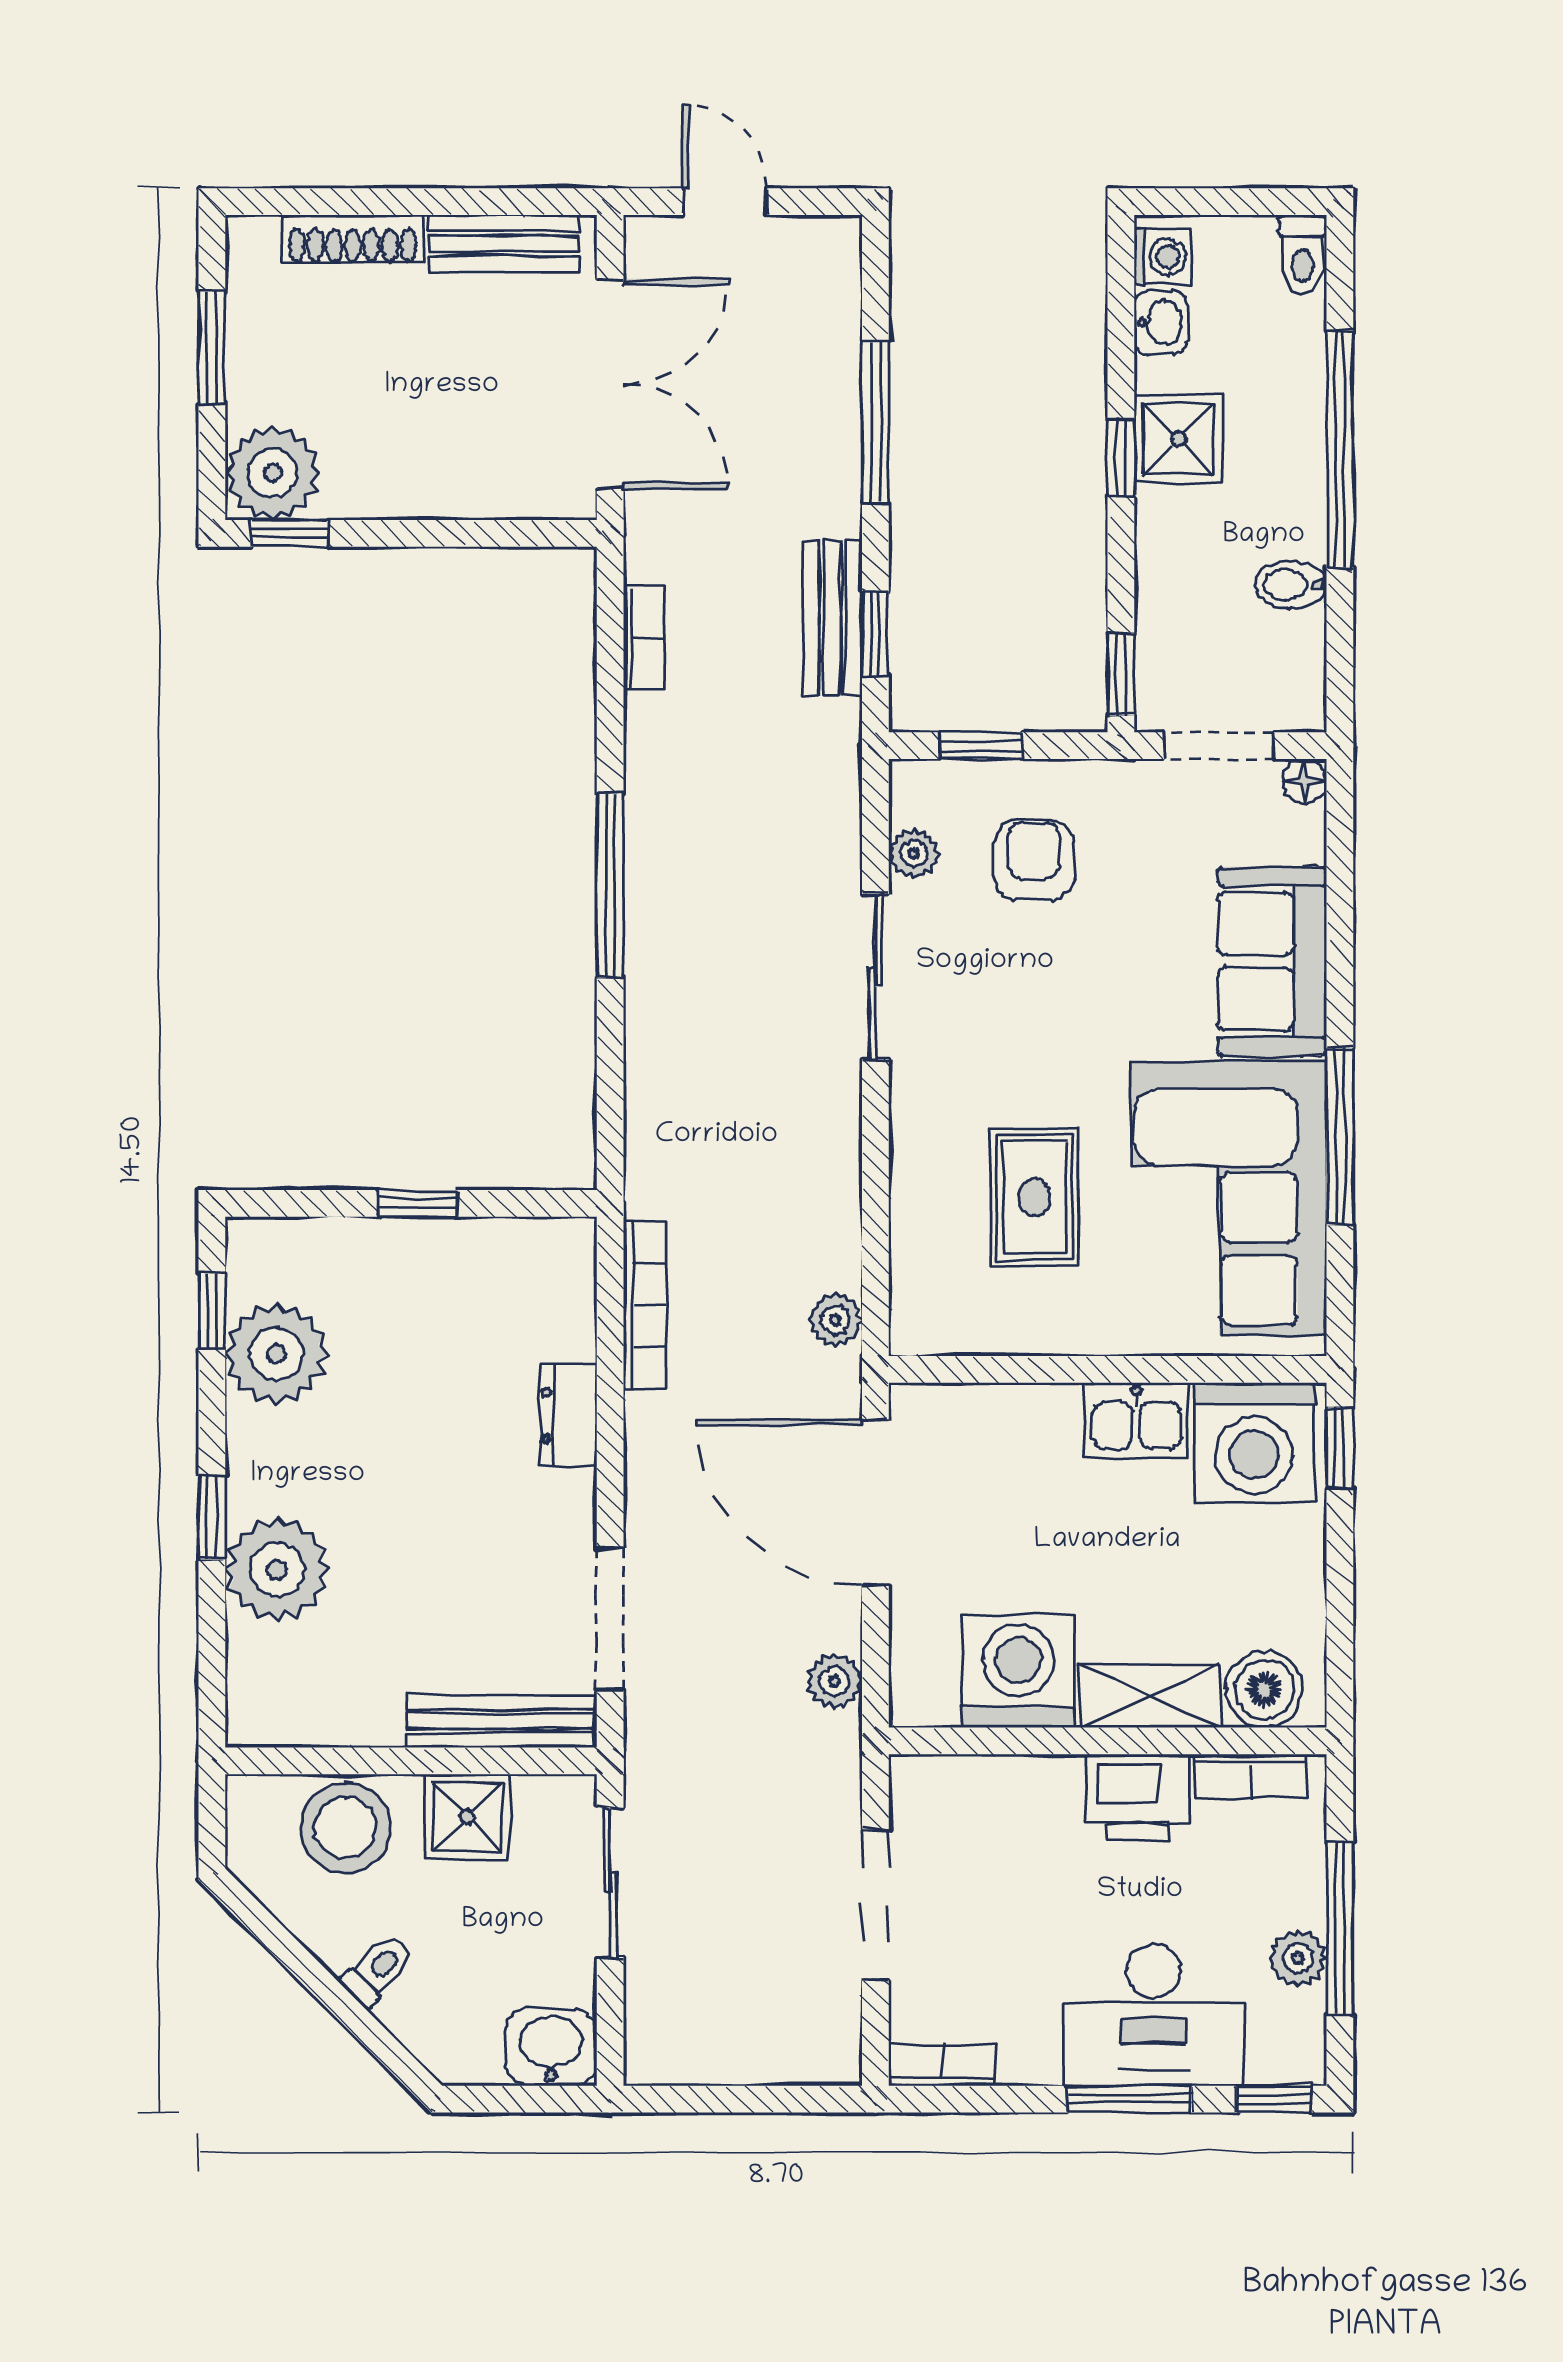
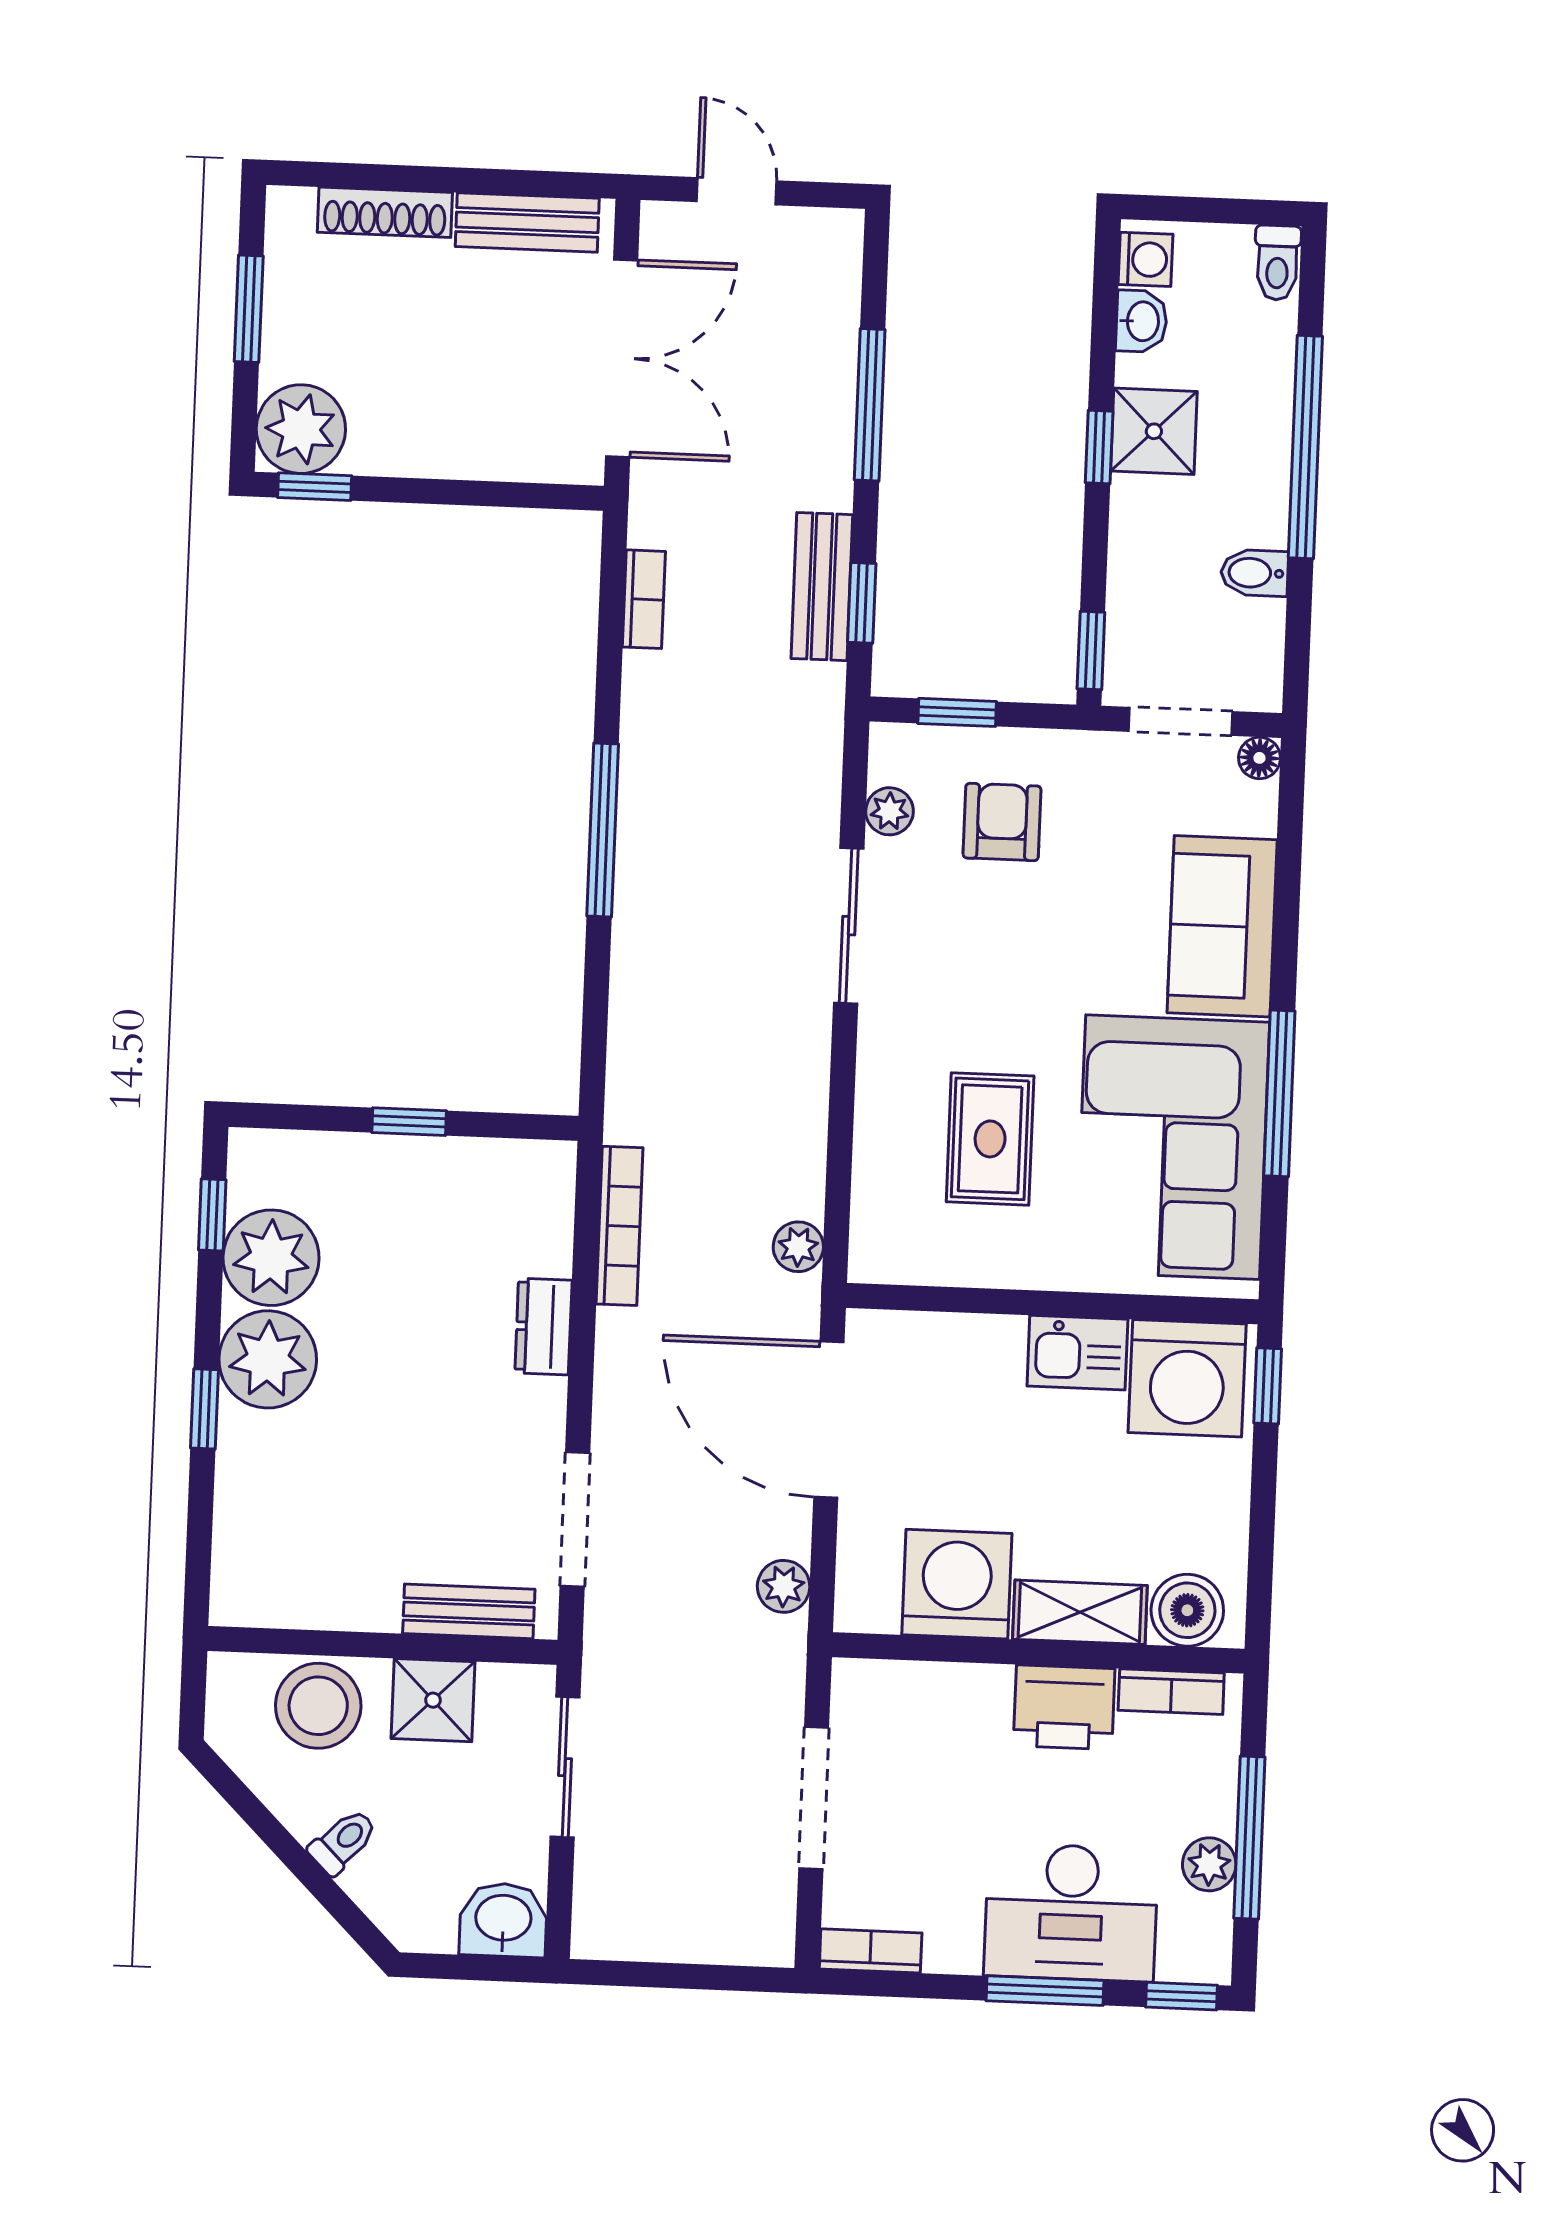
plant: (277, 1569) -> (268, 1359), moved
bench: (501, 1721) -> (469, 1611), width x0.73

